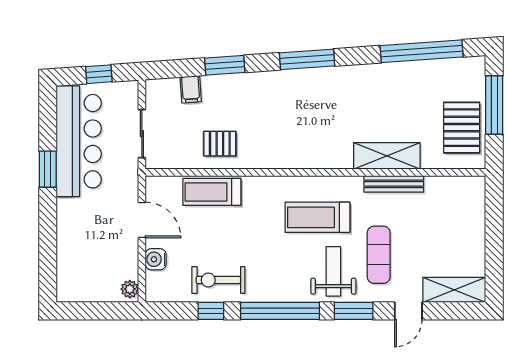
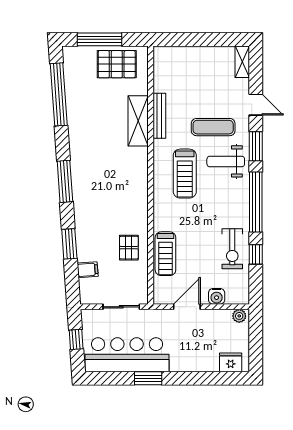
fridge: (69, 278) -> (231, 362), added
shelving: (454, 290) -> (242, 62), width x0.67, depth x0.75

